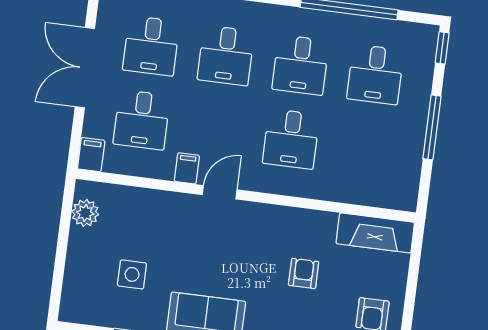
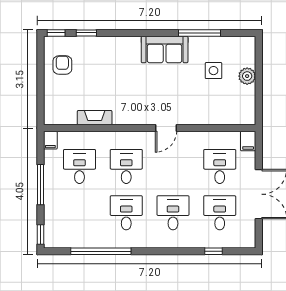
desk: (375, 75) -> (79, 167), moved
filing cabinet: (187, 168) -> (50, 140), moved
plant: (85, 213) -> (247, 76), moved
fireplace: (375, 233) -> (95, 118), moved, width x0.73, depth x0.76
armchair: (304, 273) -> (108, 85), removed

